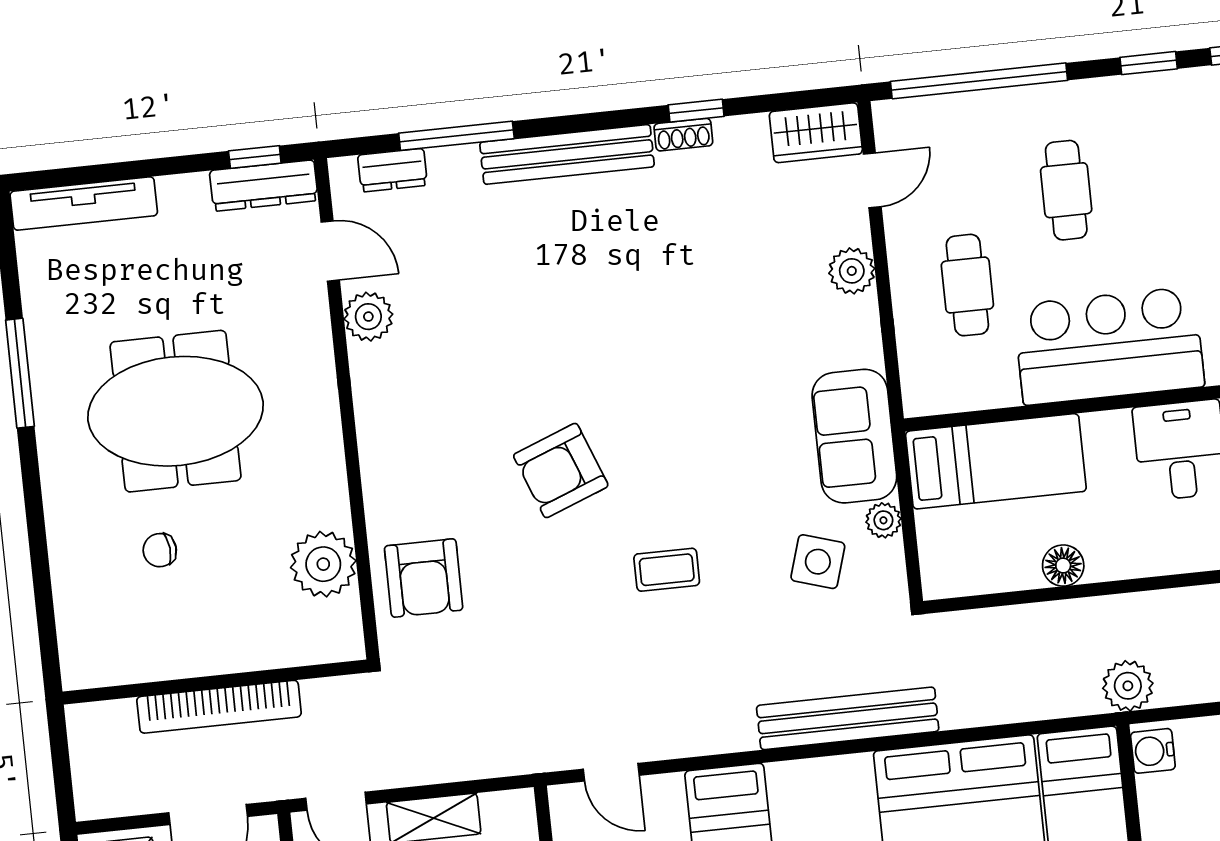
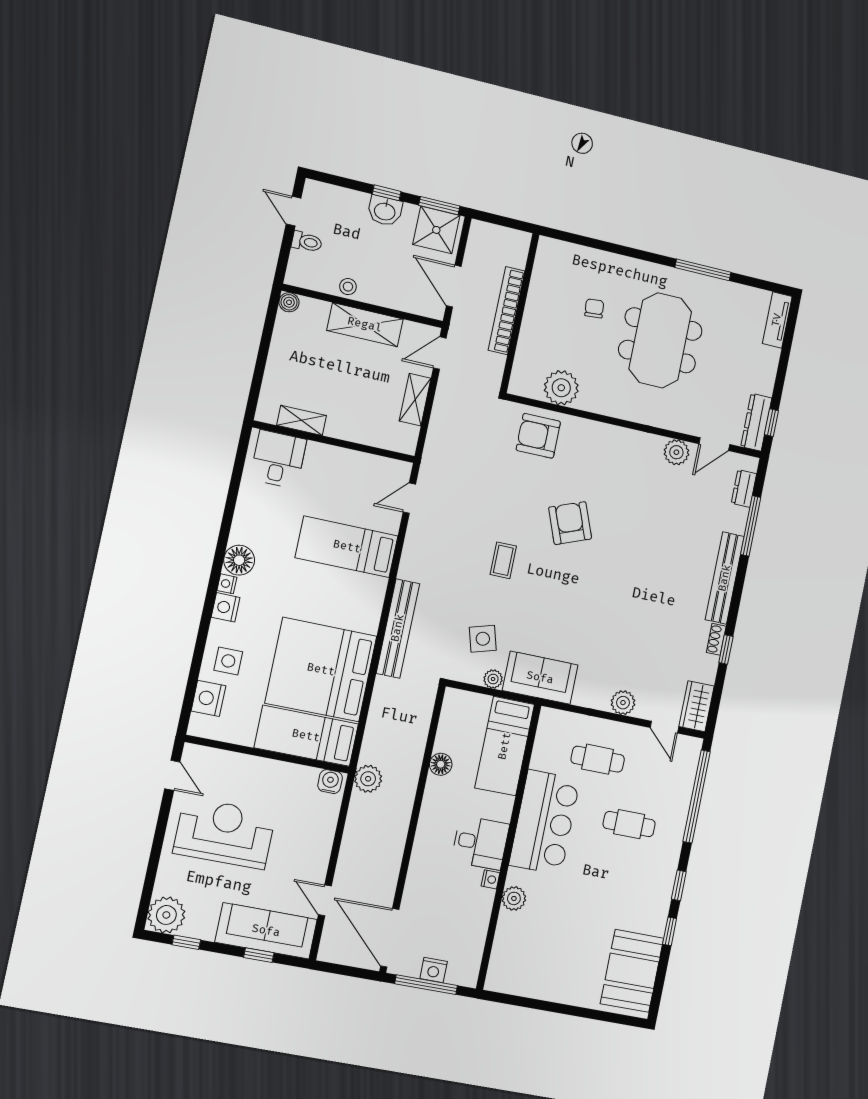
tv unit: (84, 203) -> (777, 320), width x0.71
side table: (818, 562) -> (483, 639), turned -33

